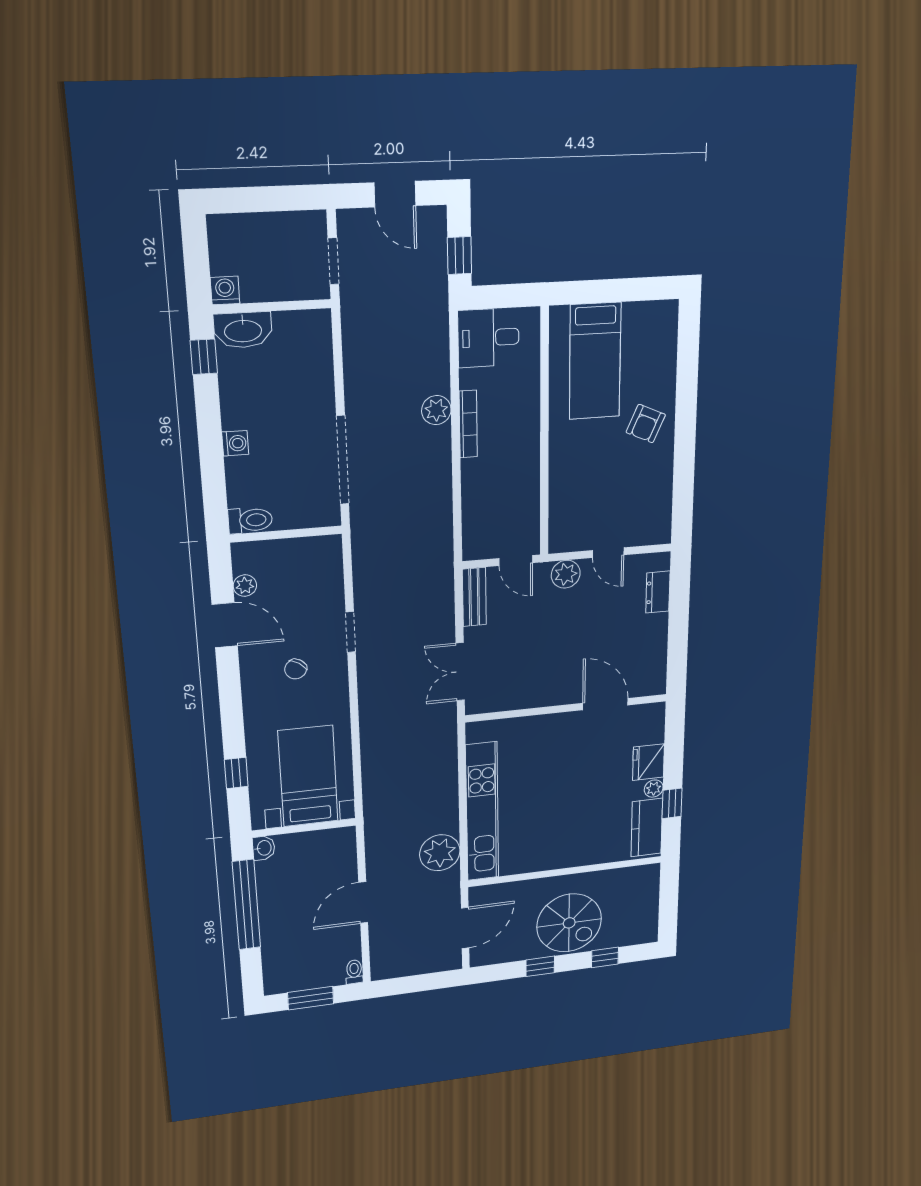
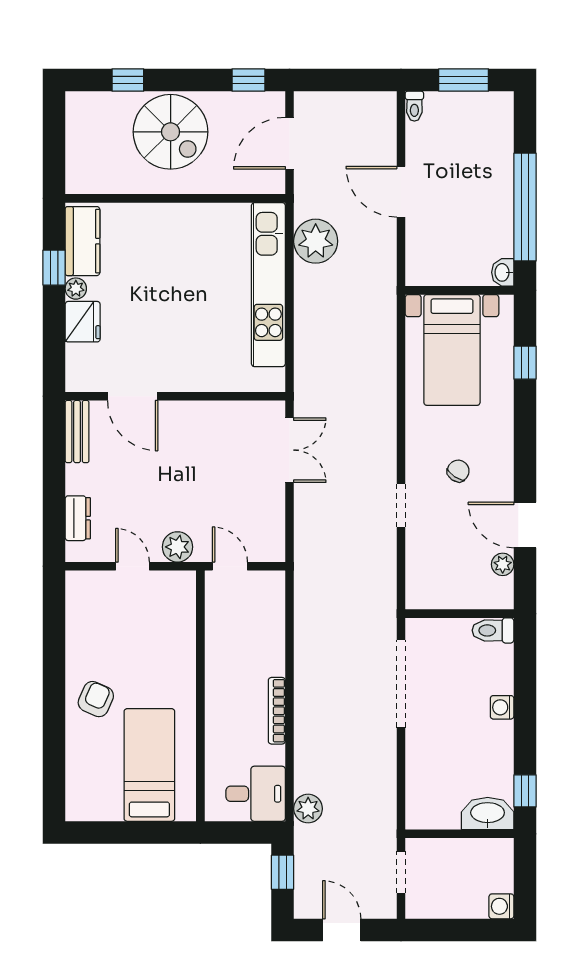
washing machine: (225, 290) -> (501, 906), moved, turned 90
plant: (436, 410) -> (308, 809), moved
bench: (474, 597) -> (77, 432), moved
door: (363, 903) -> (401, 192), swing flipped
spiral stairs: (569, 923) -> (171, 132), turned 180
window: (540, 966) -> (248, 80), moved

